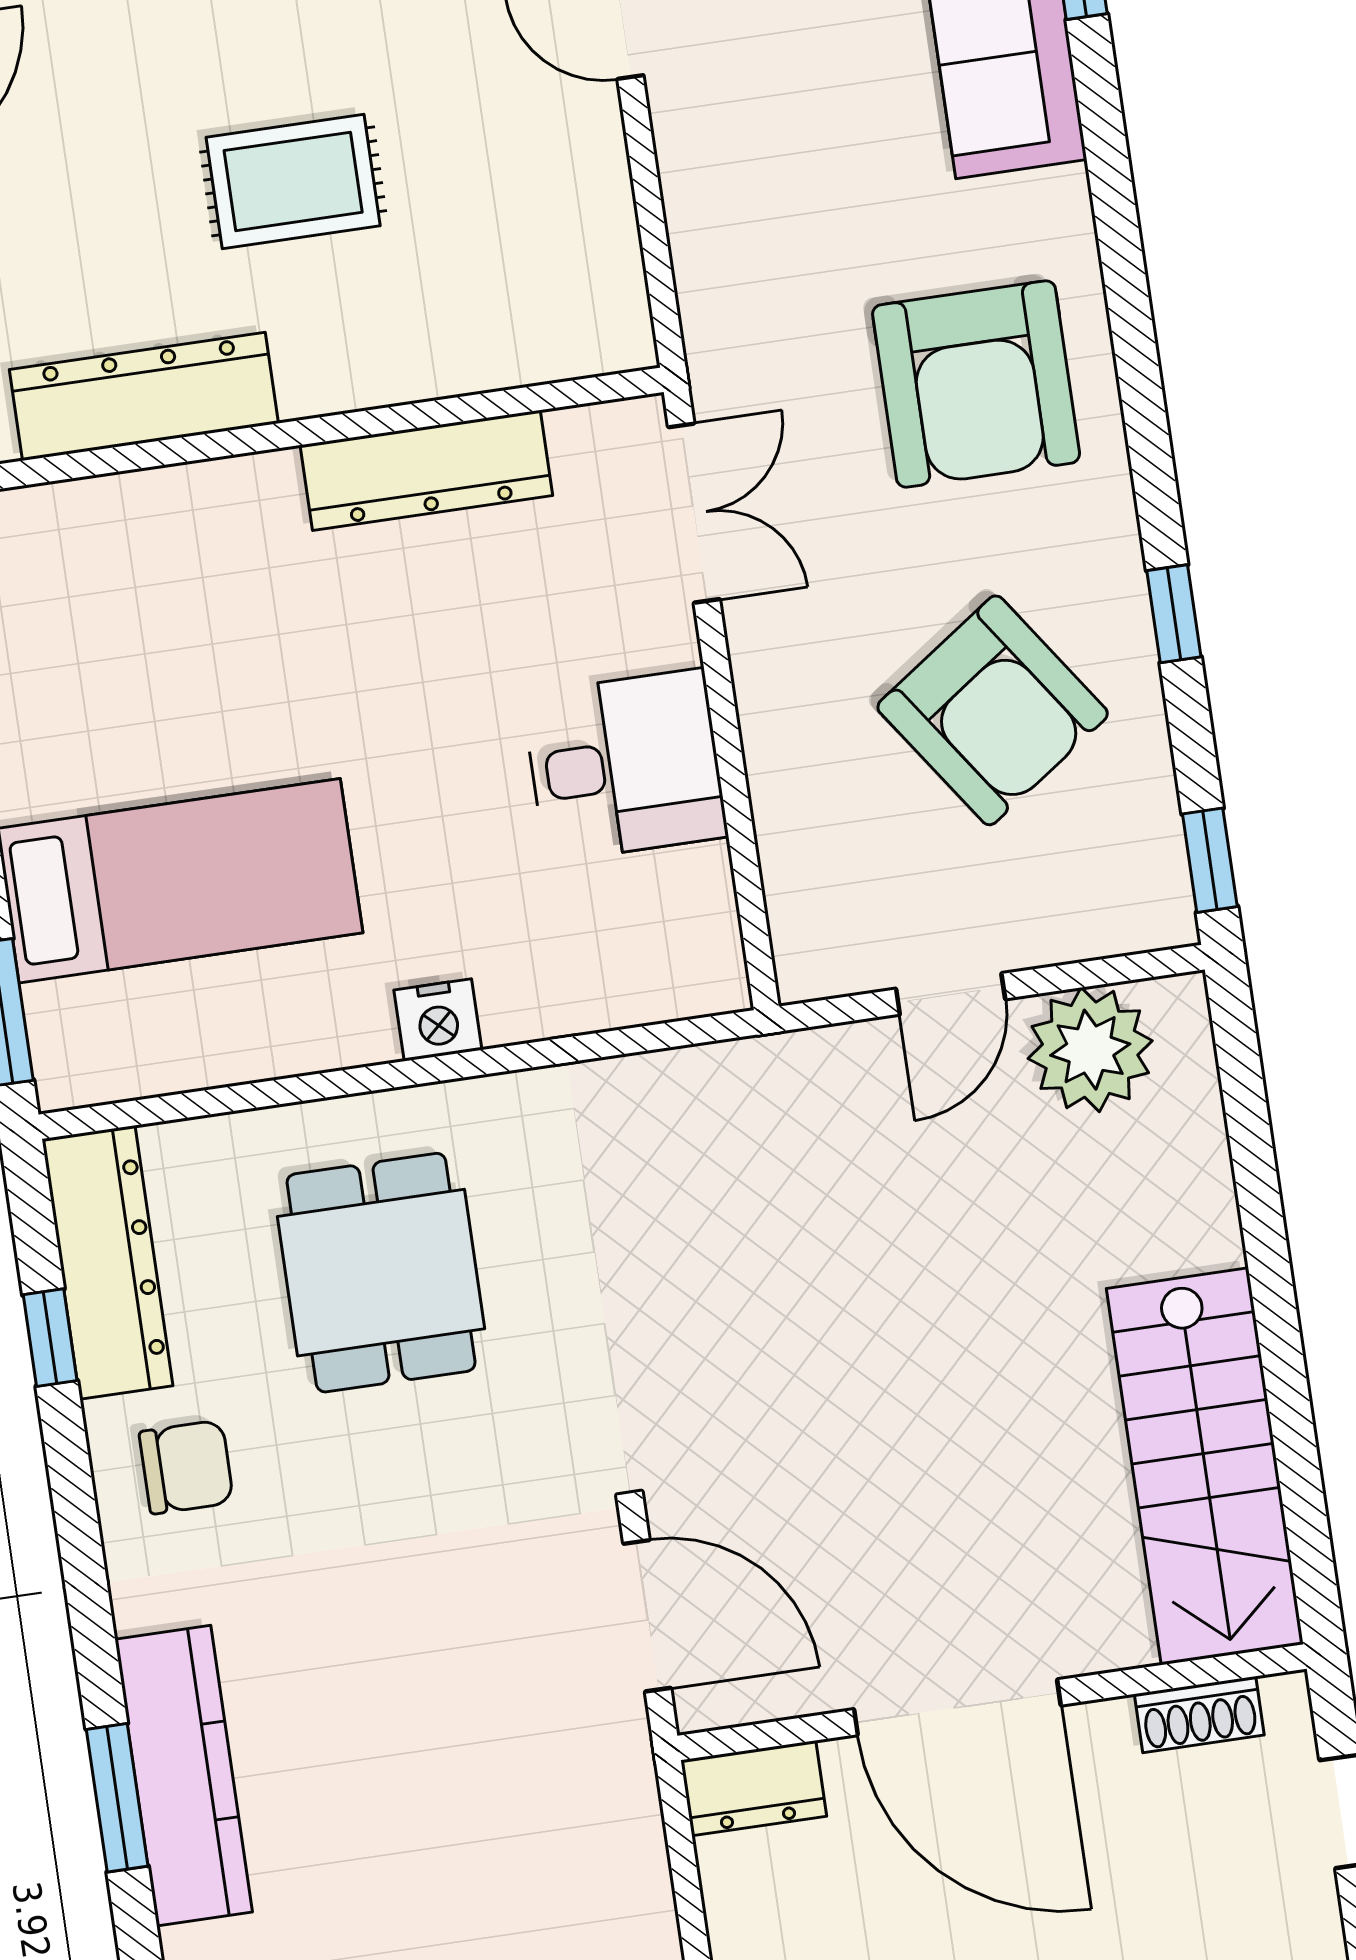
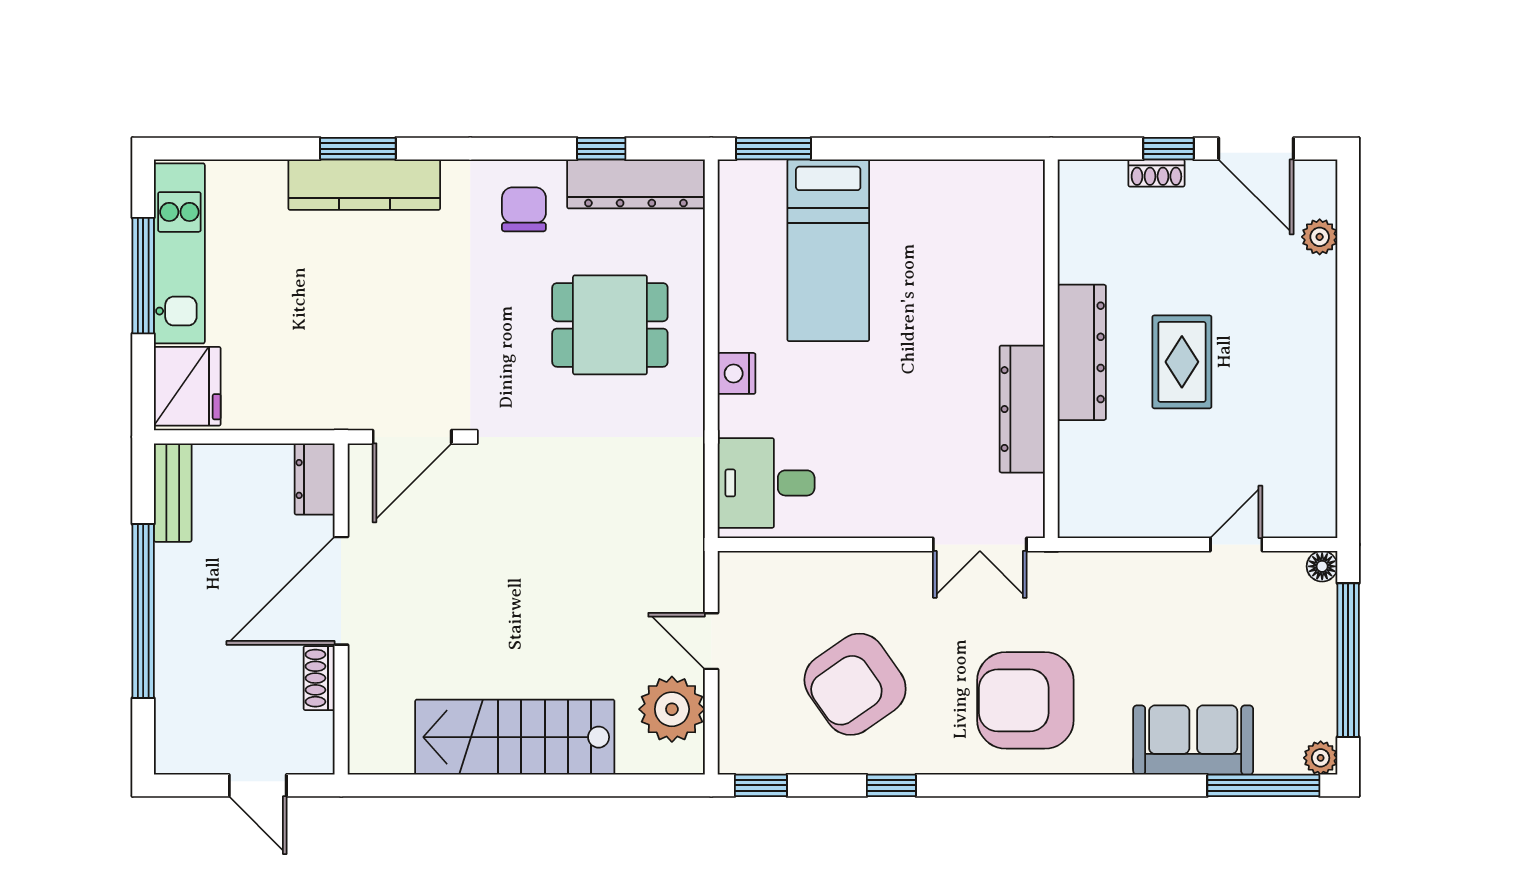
dresser: (144, 396) -> (1082, 352), moved
desk: (625, 765) -> (766, 483), moved, turned 90
stairs: (1205, 1466) -> (515, 737), moved
chair: (186, 1467) -> (524, 209), turned 180
shoe rack: (1199, 1715) -> (319, 678), moved

